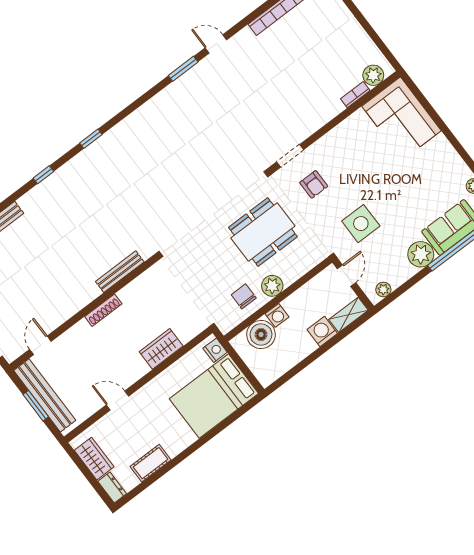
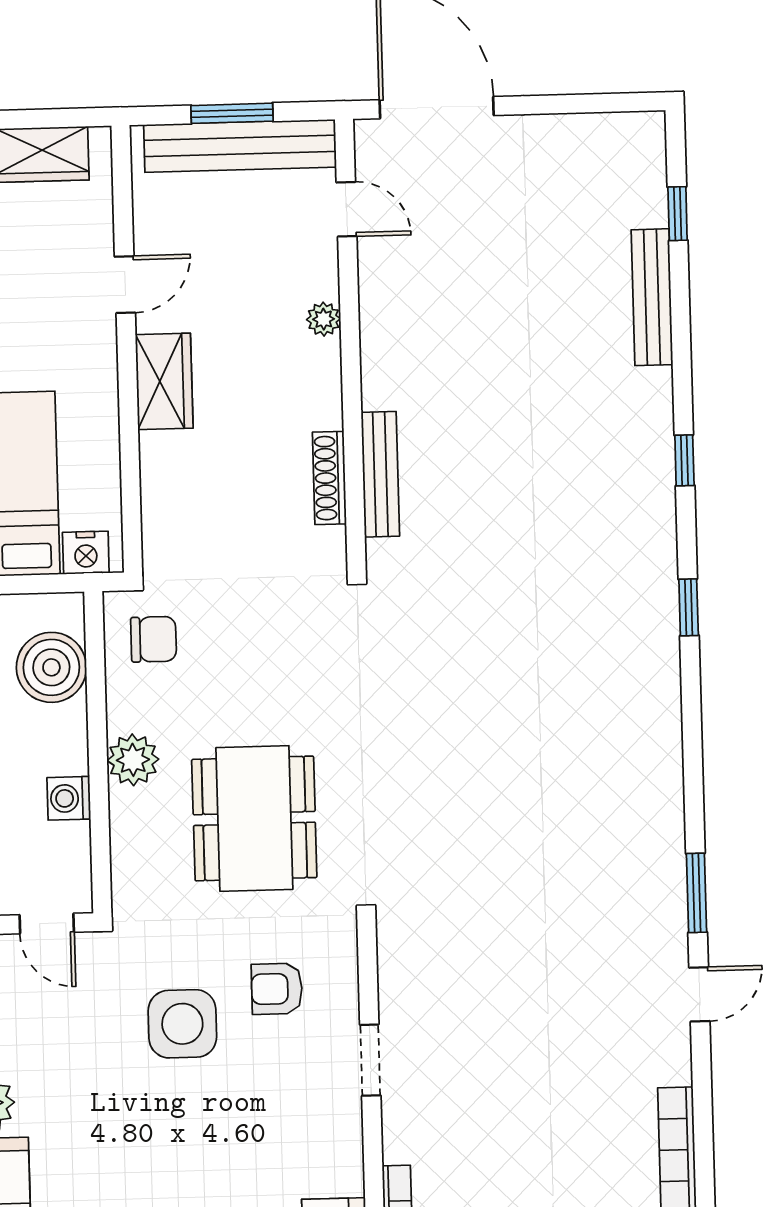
doorway: (290, 156) -> (370, 1060), moved
side table: (361, 224) -> (182, 1024), moved
chair: (244, 296) -> (154, 639), moved
shoe rack: (103, 310) -> (329, 478), moved
washing machine: (277, 315) -> (69, 798), moved
plant: (82, 327) -> (324, 319), added
wardrobe: (161, 349) -> (164, 381), moved

